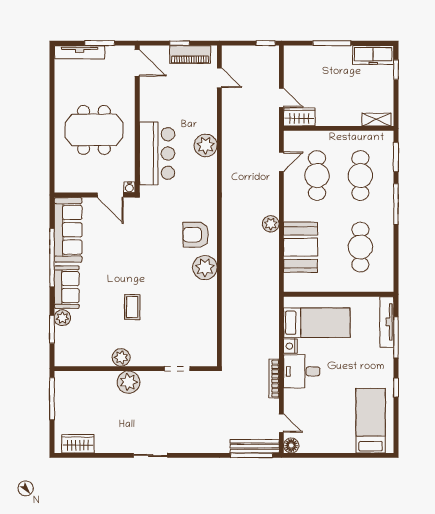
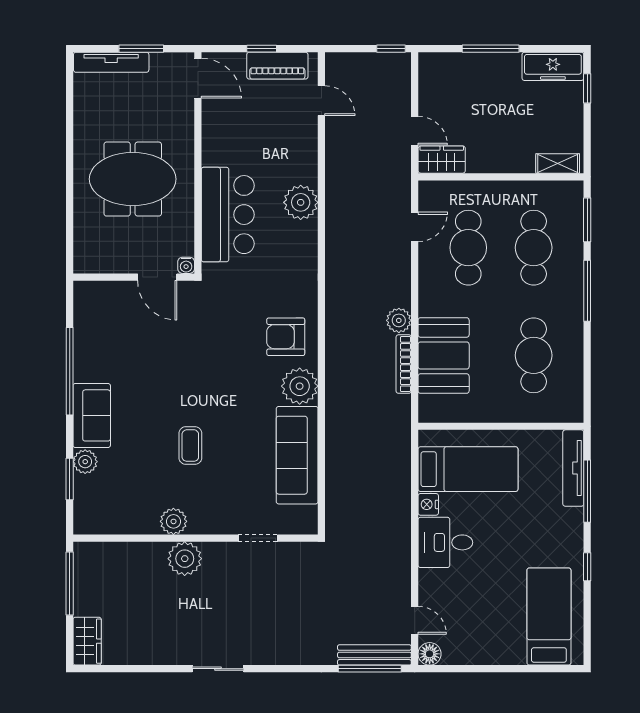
sofa: (68, 230) -> (297, 455), moved, turned 180
bookcase: (274, 379) -> (404, 364), moved
wardrobe: (78, 444) -> (87, 641), moved, turned 90

